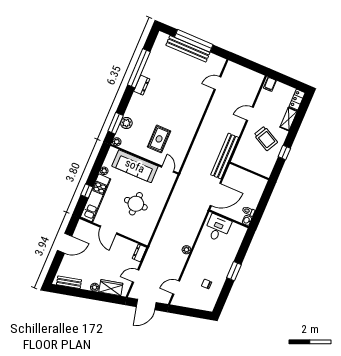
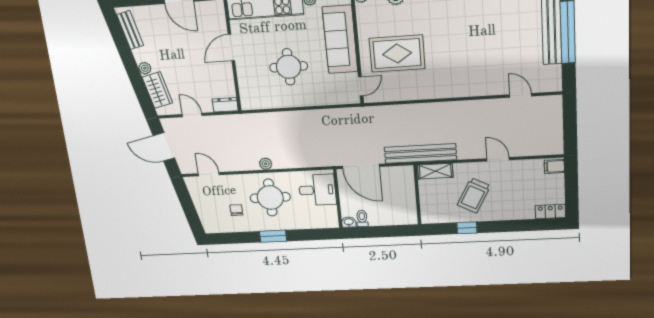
shelving: (289, 119) -> (435, 171), moved
rug: (159, 139) -> (397, 54), width x1.36, depth x1.43
round table: (209, 259) -> (270, 198), added

